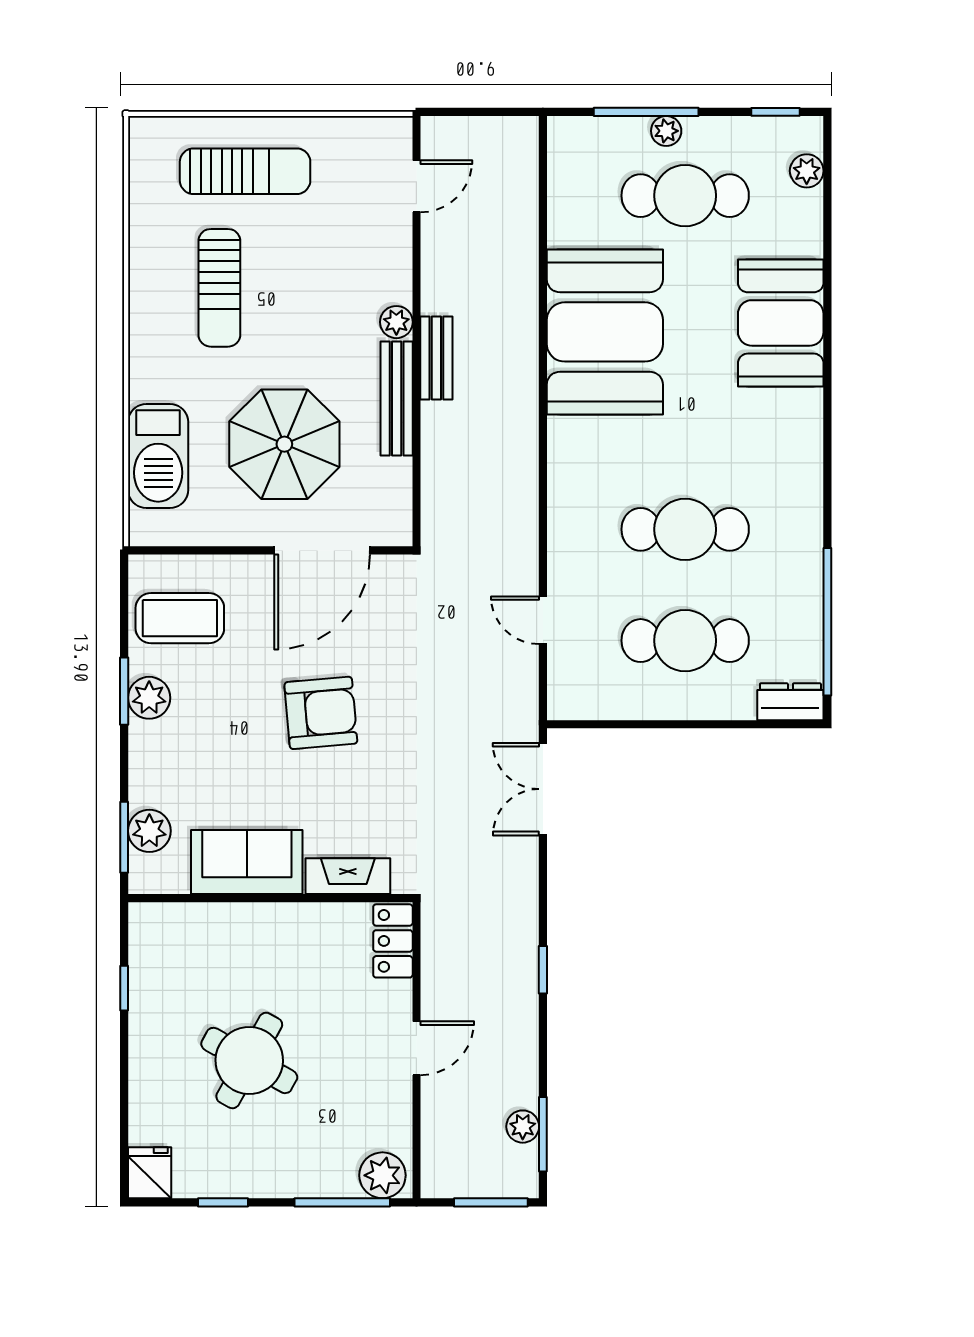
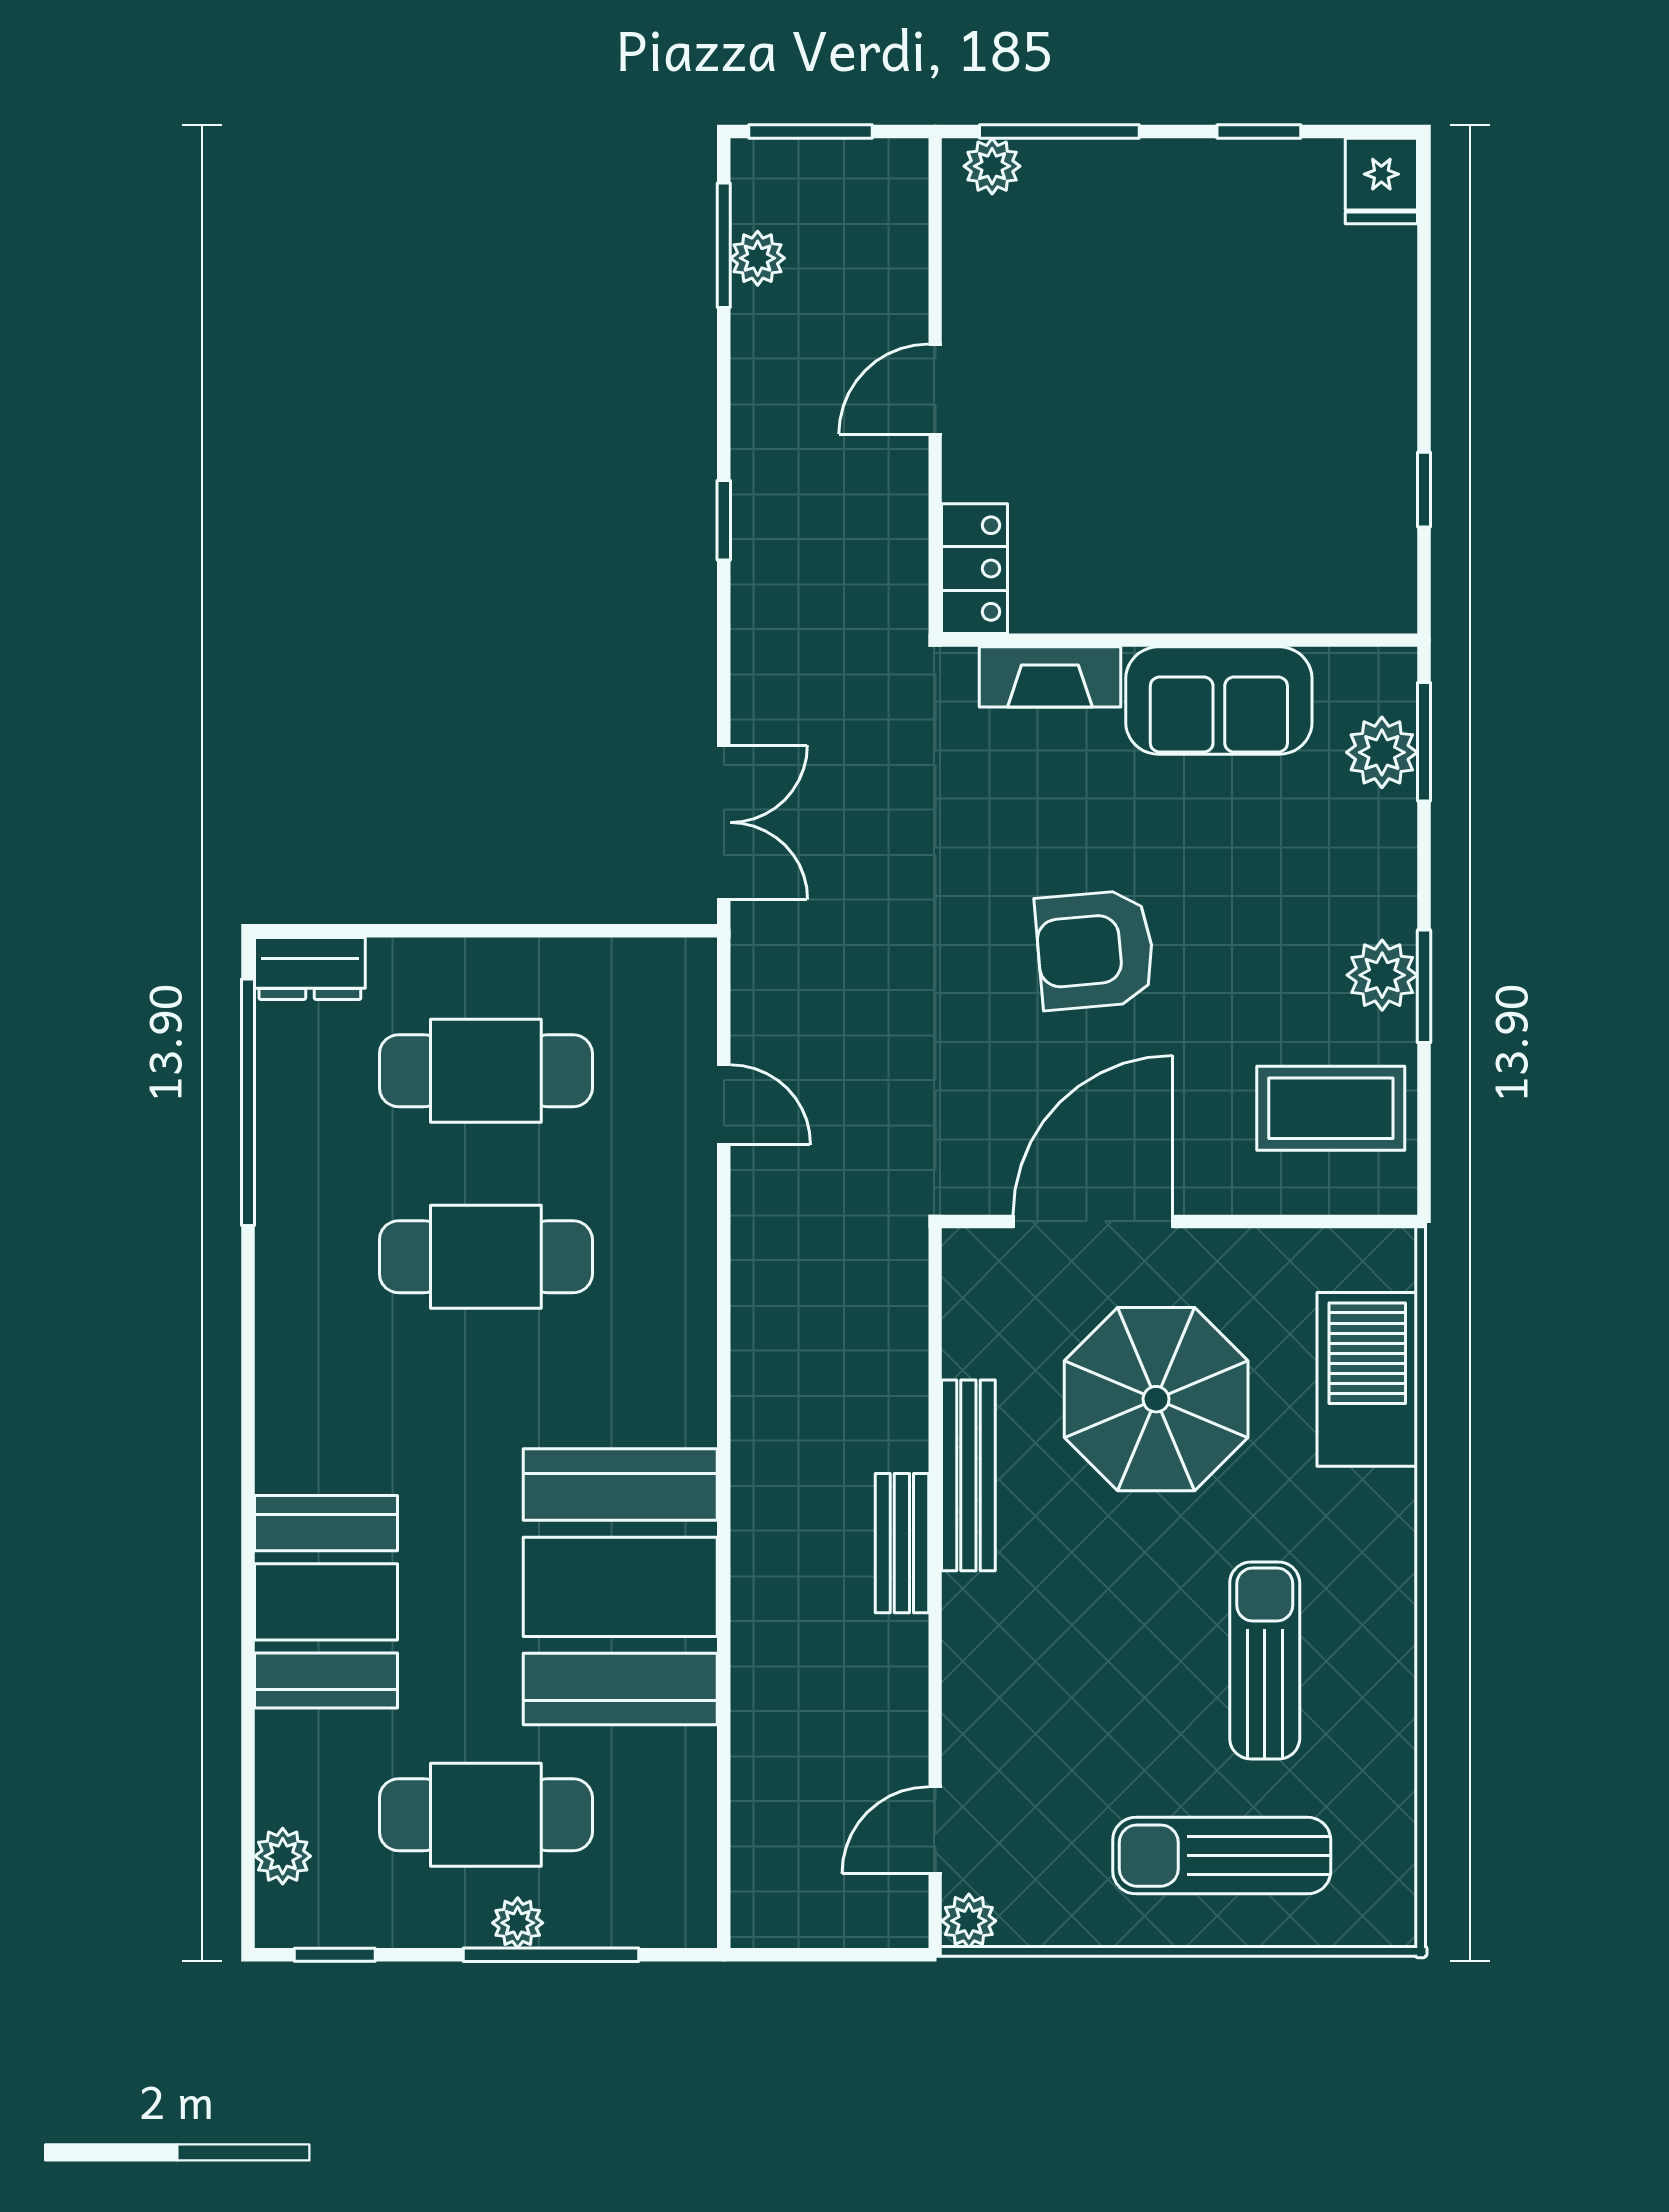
plant: (396, 322) -> (969, 1921), moved
round table: (249, 1060) -> (1215, 369), removed
plant: (382, 1175) -> (992, 166), width x0.73, depth x0.73

